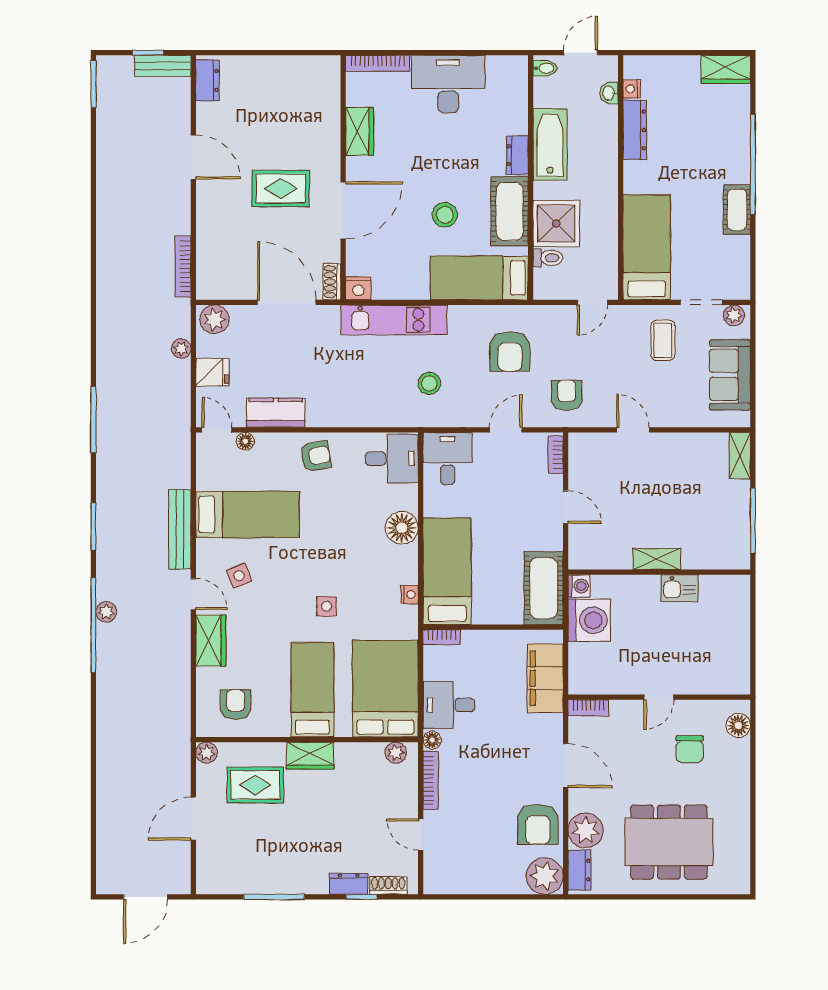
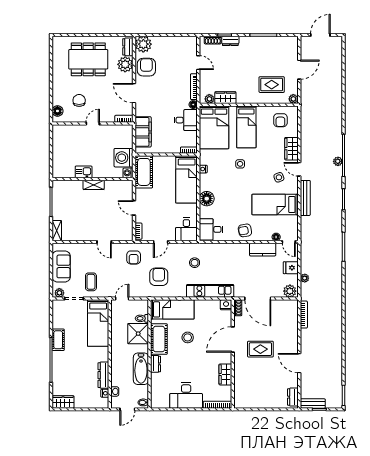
wardrobe: (310, 756) -> (225, 98), moved

